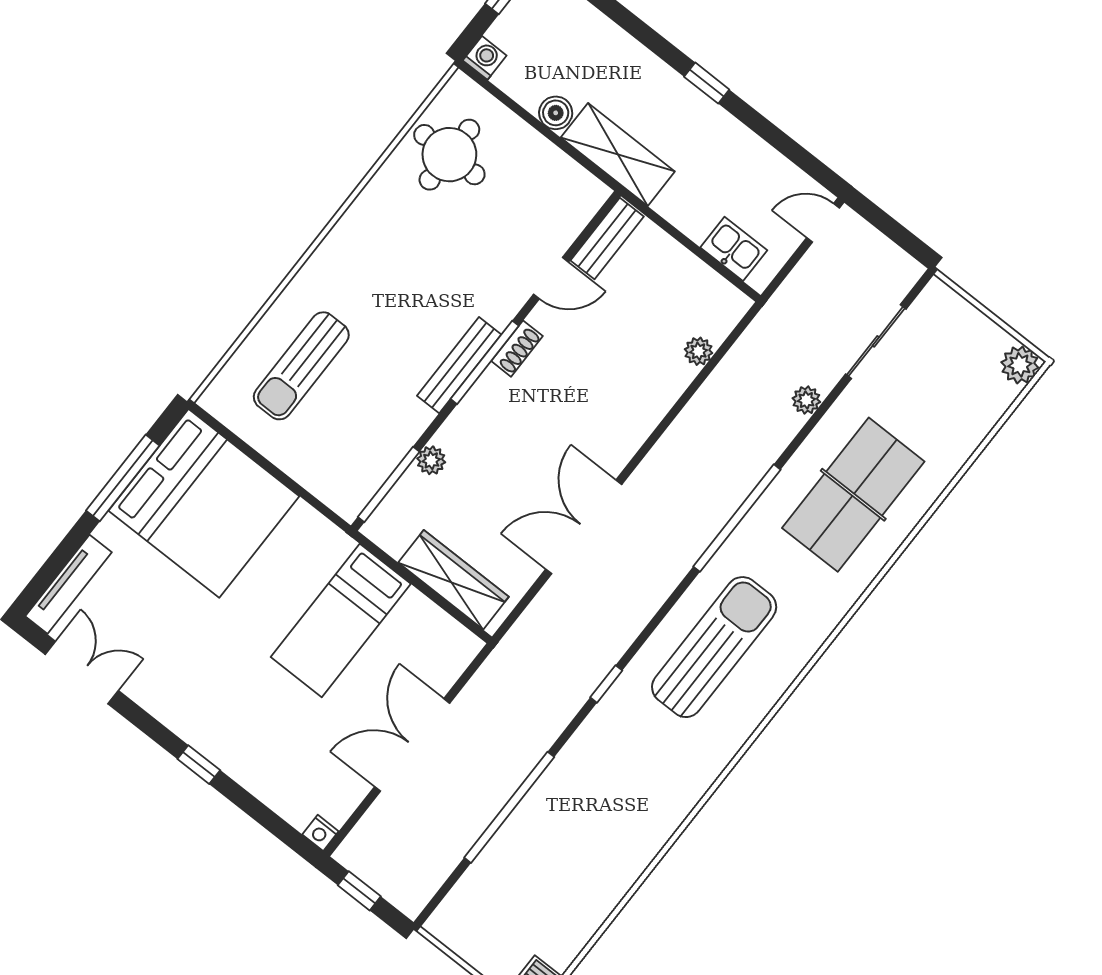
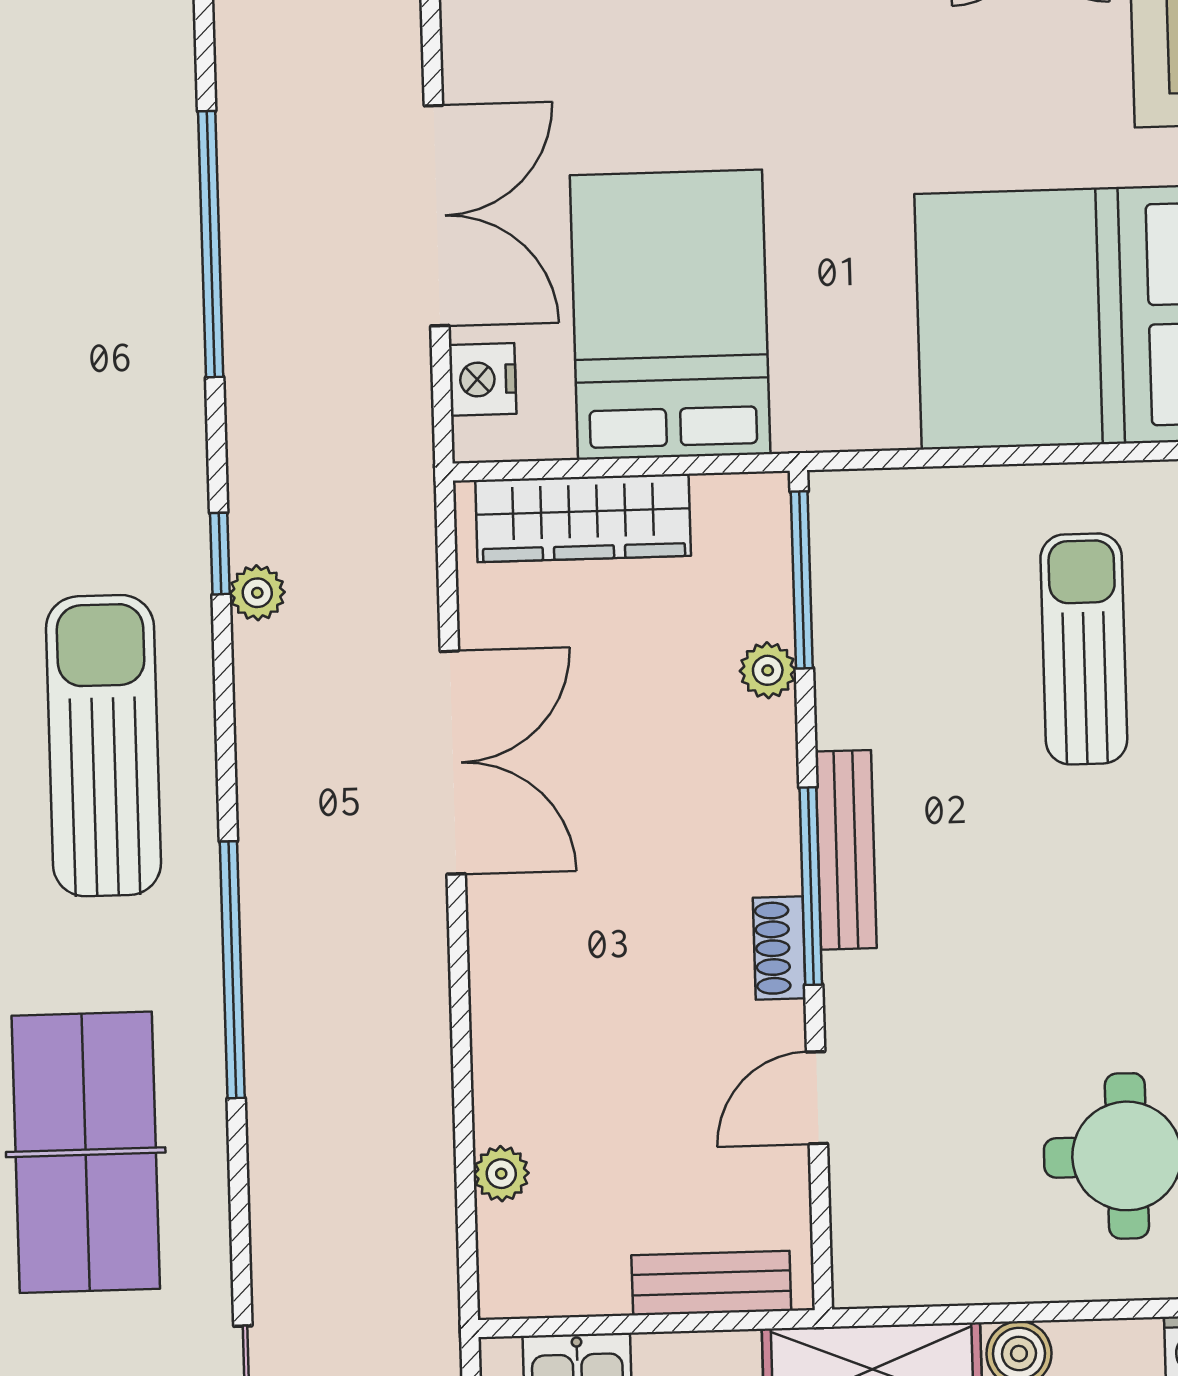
bench: (607, 239) -> (711, 1283), moved, turned 90
plant: (806, 400) -> (257, 593), moved
bed: (341, 620) -> (670, 315), width x1.50
sun lounger: (714, 647) -> (103, 746), turned 180
nightstand: (447, 666) -> (483, 379), added

